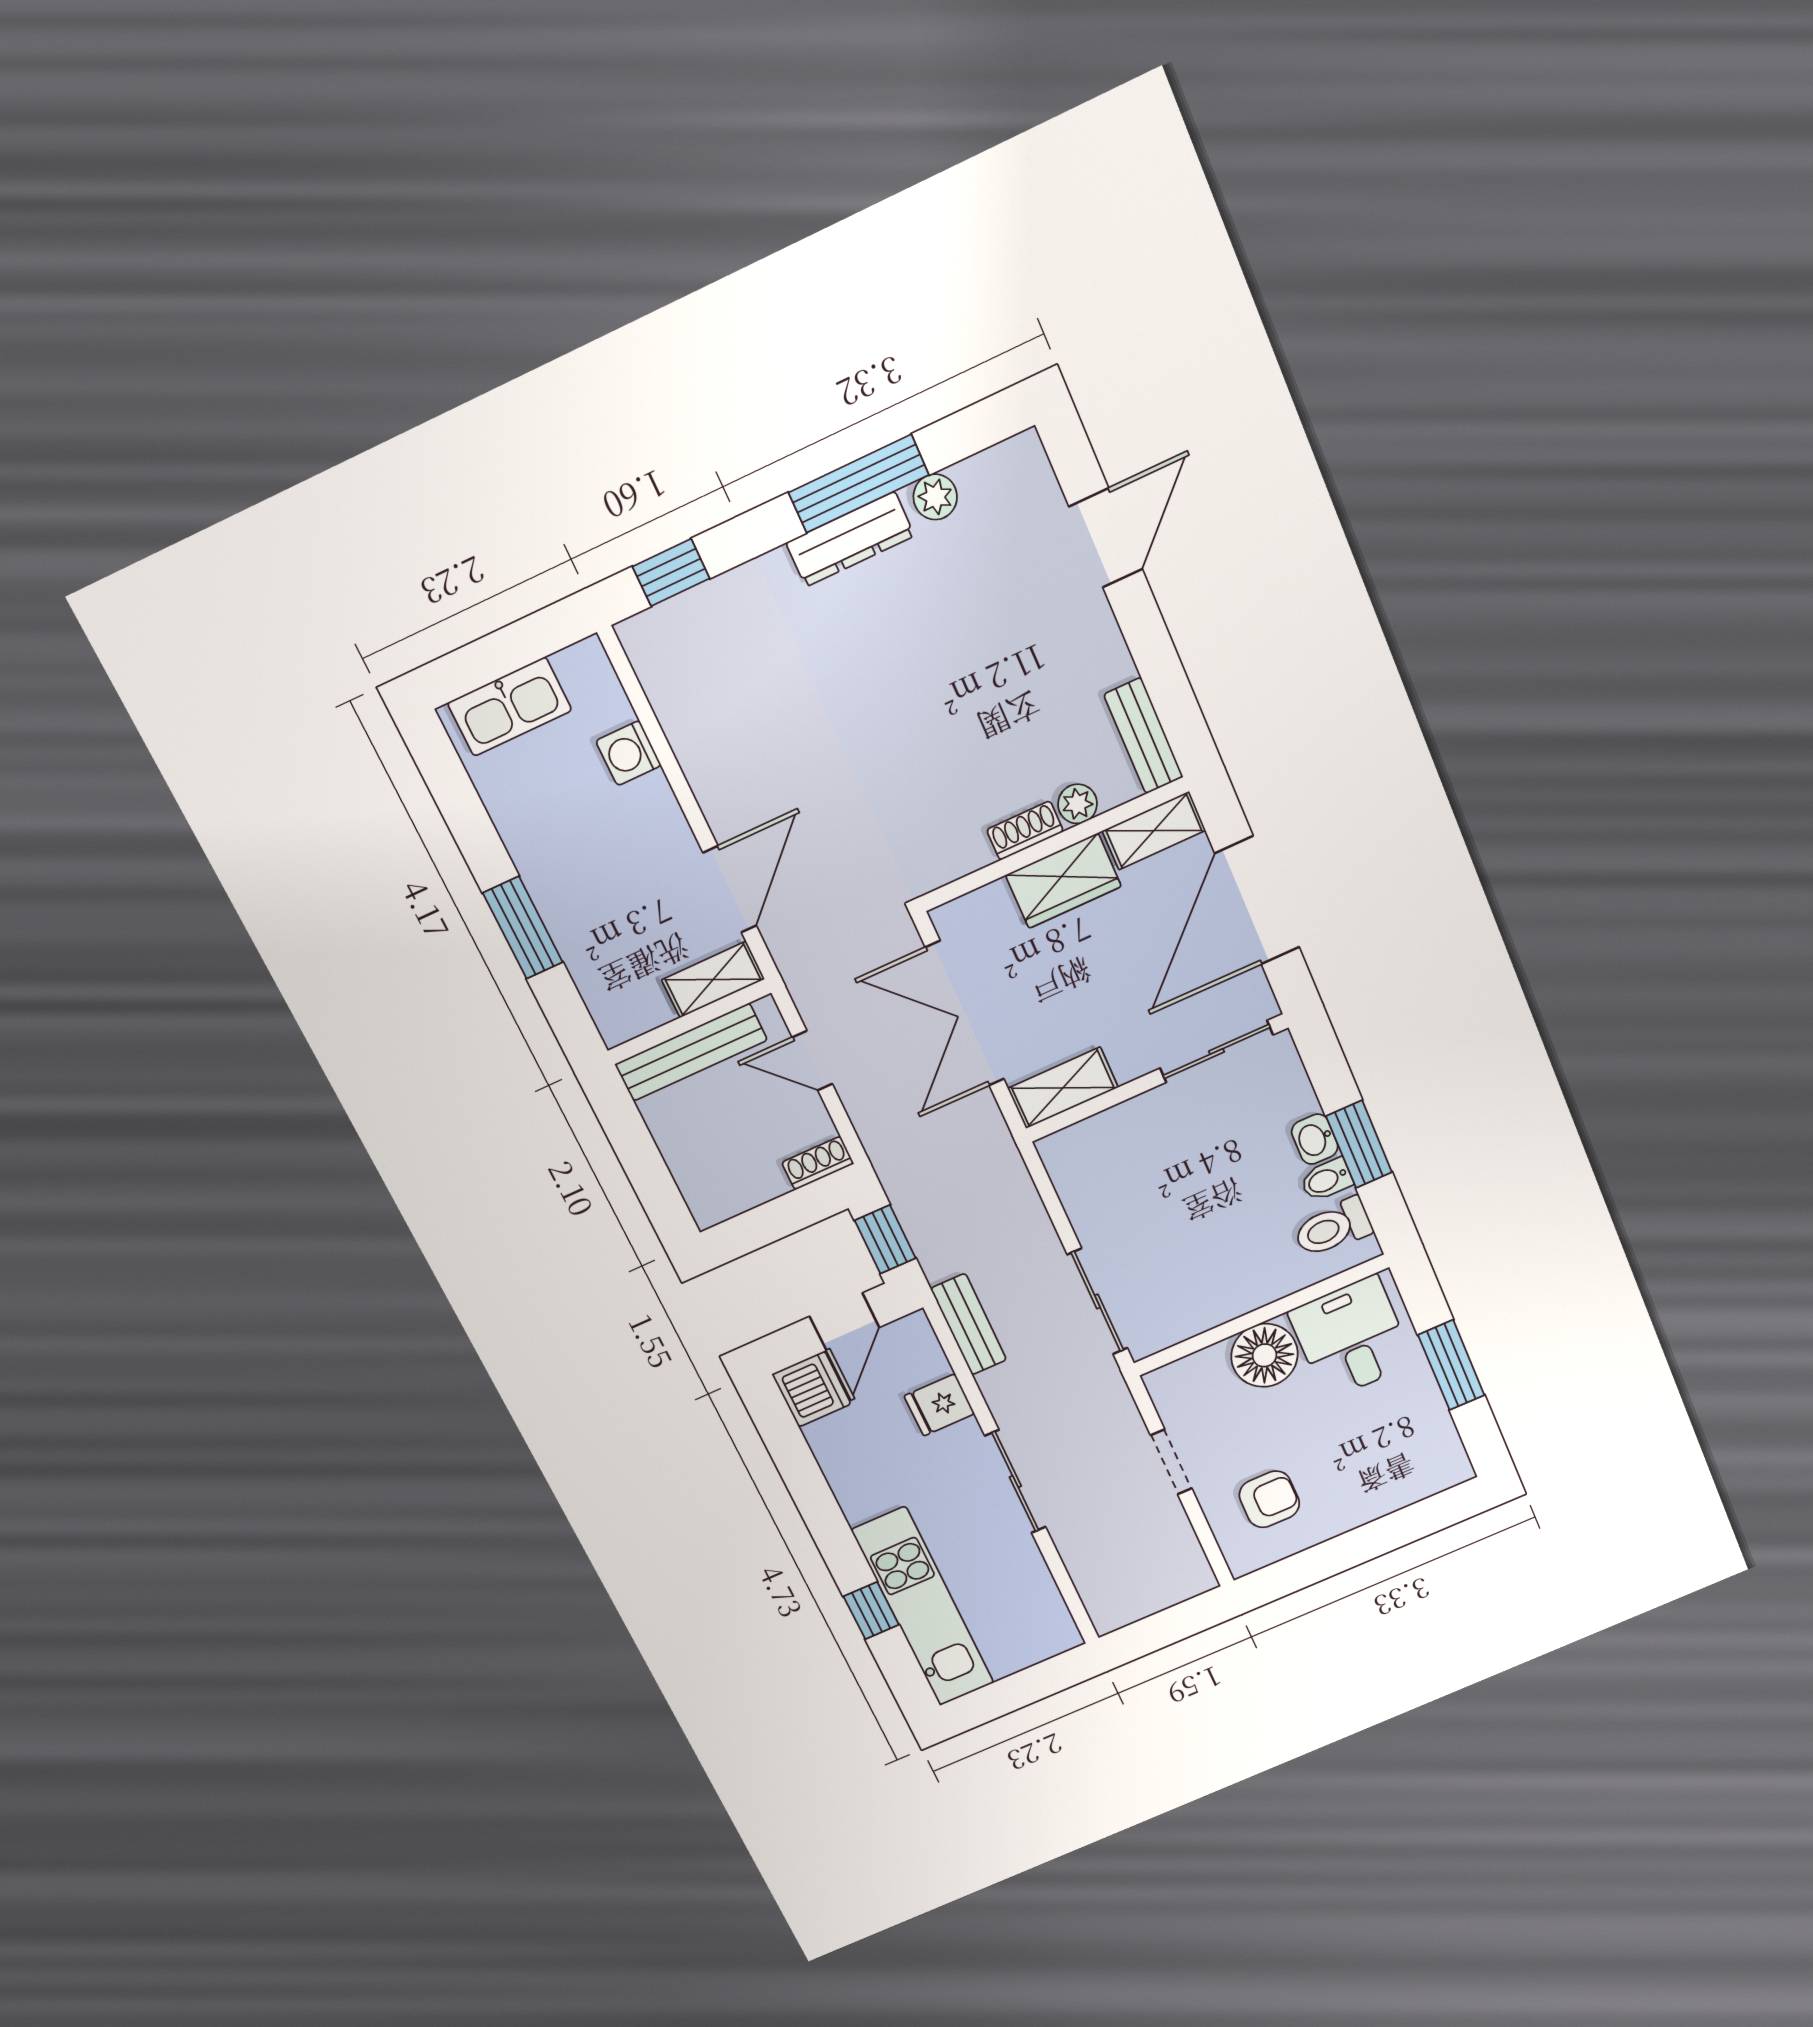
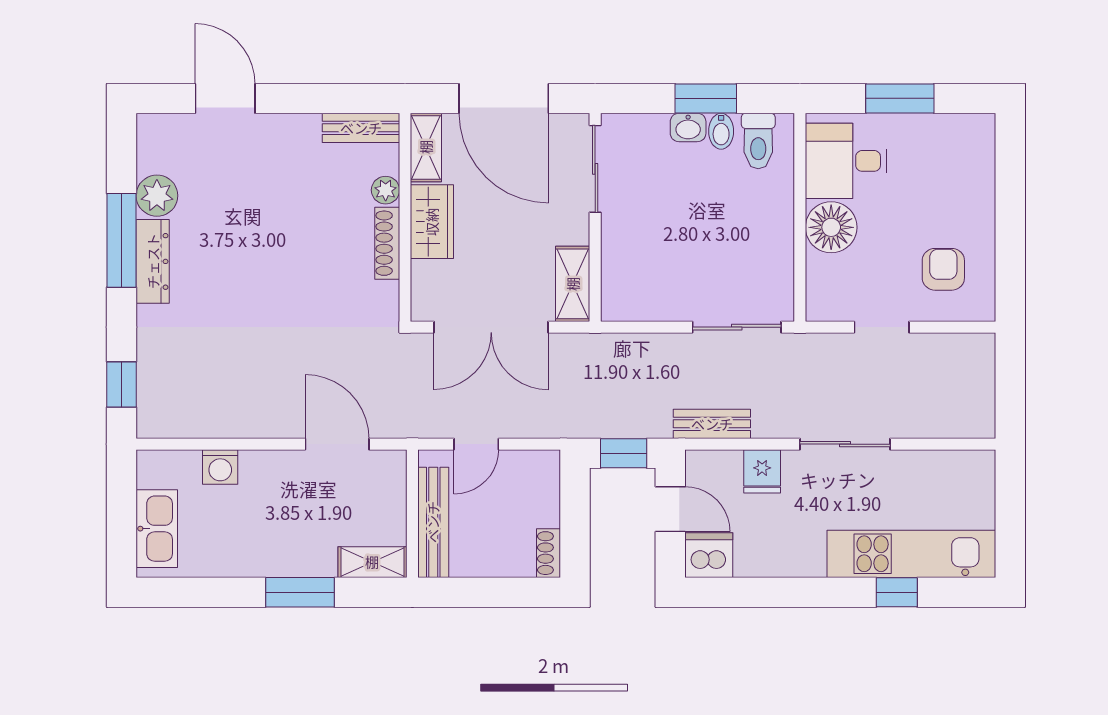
plant: (935, 497) -> (157, 196), width x1.38, depth x1.38
shoe rack: (1025, 831) -> (387, 243), width x1.43
shelving: (713, 980) -> (372, 562), moved, turned 90
shoe rack: (818, 1163) -> (549, 553), moved

